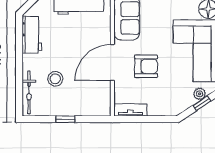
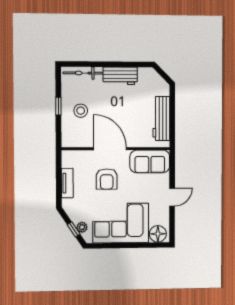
workbench: (32, 35) -> (120, 76), moved
stool: (55, 79) -> (81, 111), moved
tv unit: (130, 110) -> (67, 183), moved

